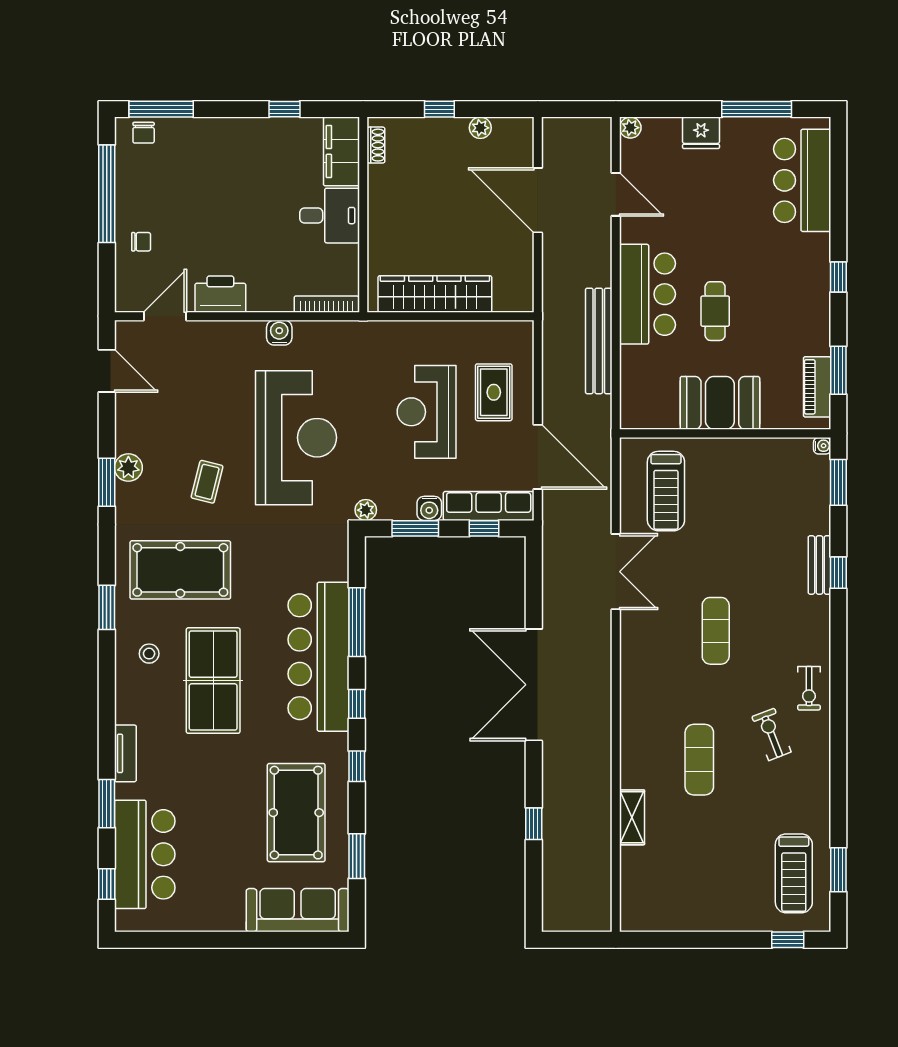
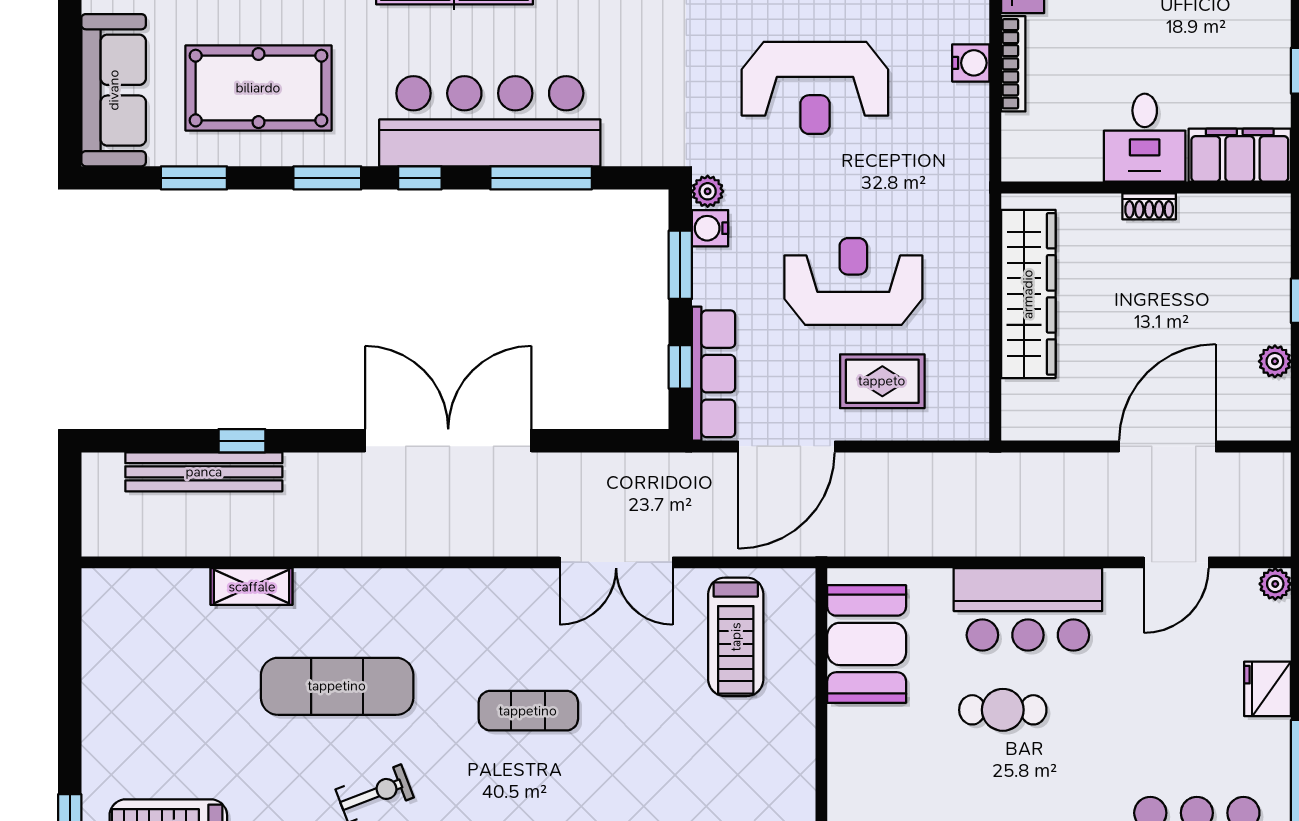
shoe rack: (376, 145) -> (1149, 206), moved
bookcase: (326, 304) -> (1013, 64), moved
bench: (599, 341) -> (204, 472), moved
booth: (720, 403) -> (867, 644), moved
reception desk: (296, 438) -> (815, 88), width x0.74, depth x0.77
treadmill: (666, 491) -> (736, 637), turned -90
water cooler: (429, 508) -> (710, 228), moved
exercise mat: (699, 760) -> (337, 686), width x1.36, depth x1.45
window: (357, 766) -> (327, 178), width x1.50

